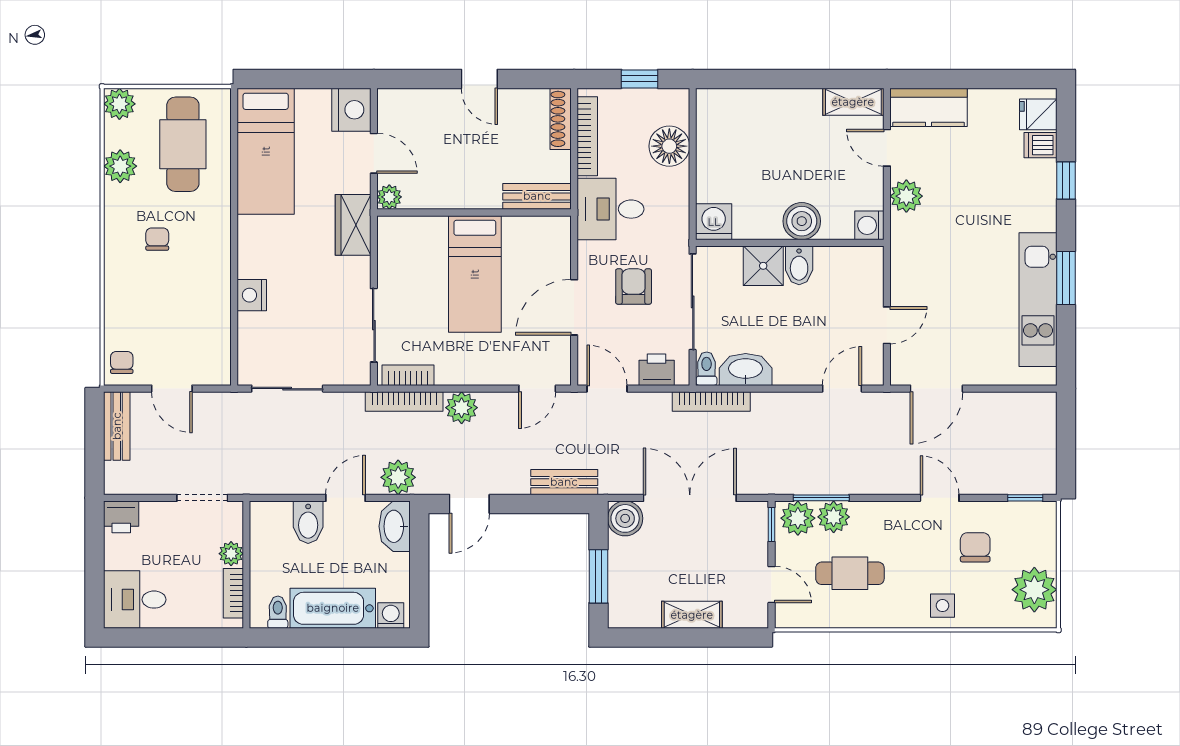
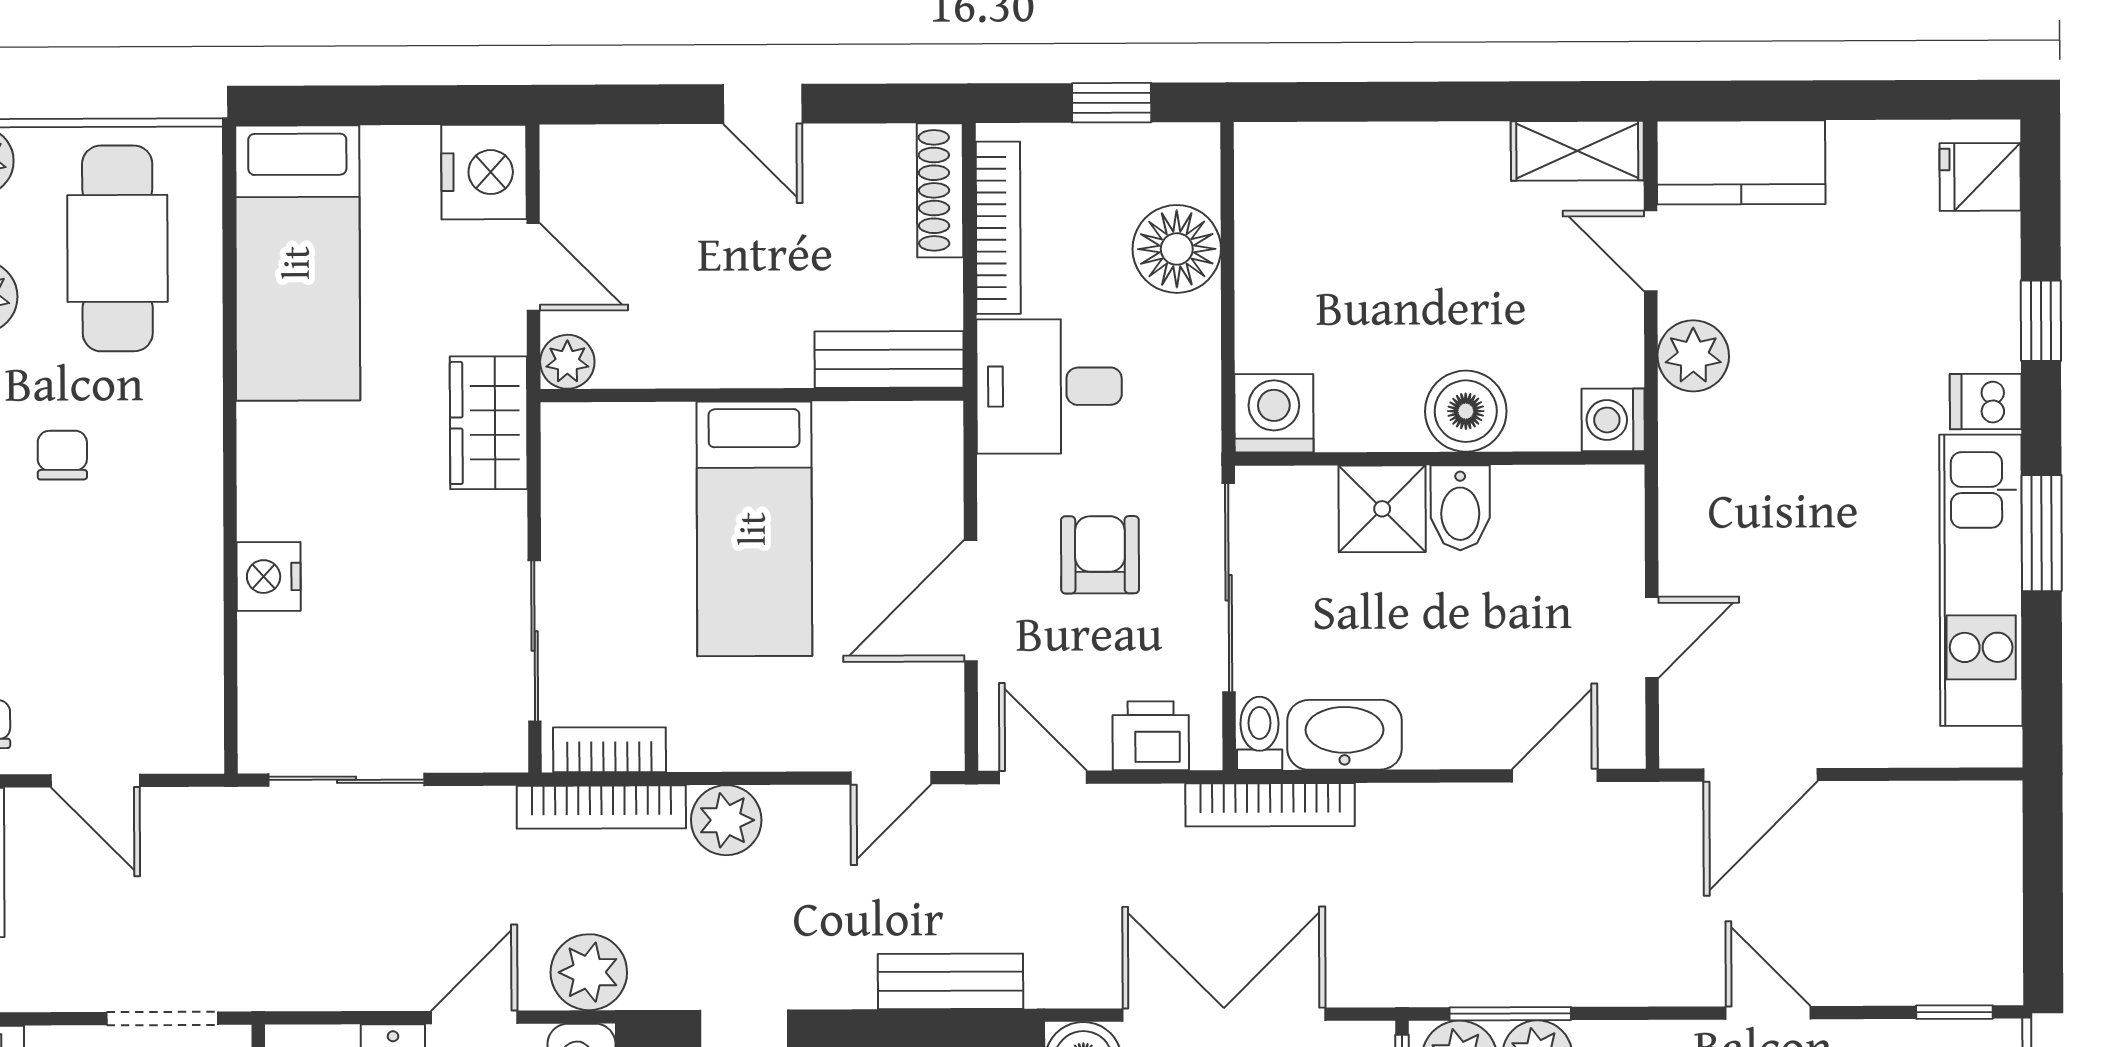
dishwasher: (1040, 145) -> (1986, 402), moved

